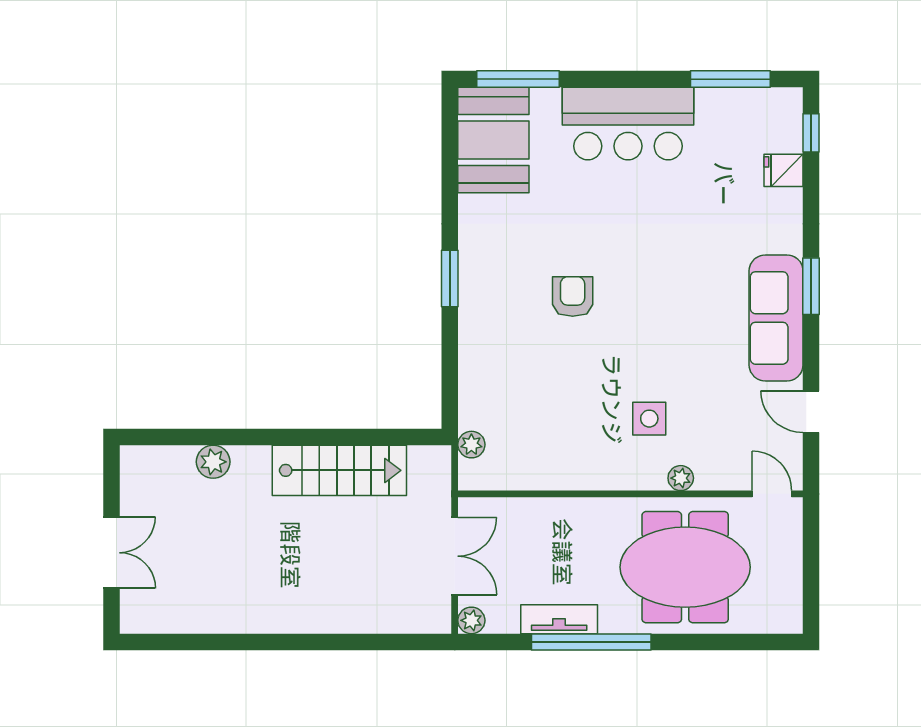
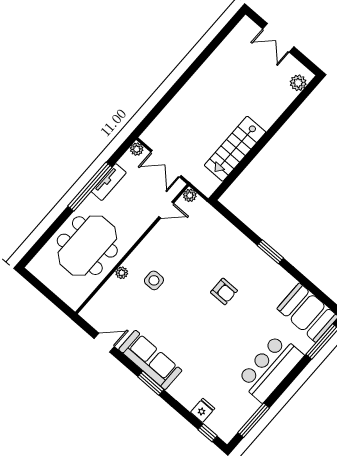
plant: (471, 445) -> (190, 195), moved
plant: (213, 462) -> (298, 83), moved
door: (772, 494) -> (166, 210), moved

